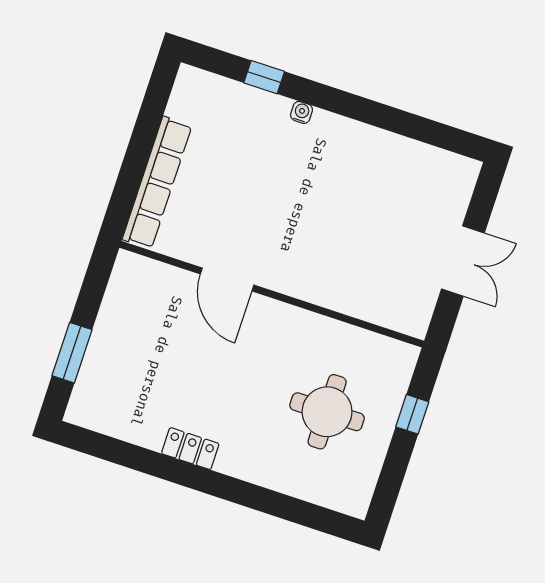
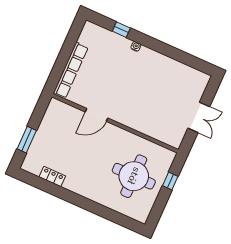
door: (227, 279) -> (97, 115), hinge flipped
round table: (327, 412) -> (134, 176), width x1.36, depth x1.36
locker: (190, 449) -> (52, 177), moved

